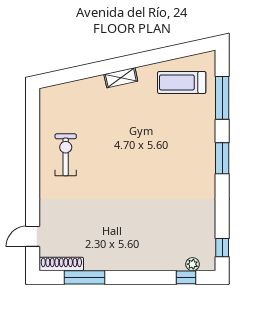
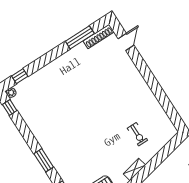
exercise bike: (66, 155) -> (137, 134), moved, width x0.73, depth x0.72
plant: (193, 264) -> (11, 93), moved

